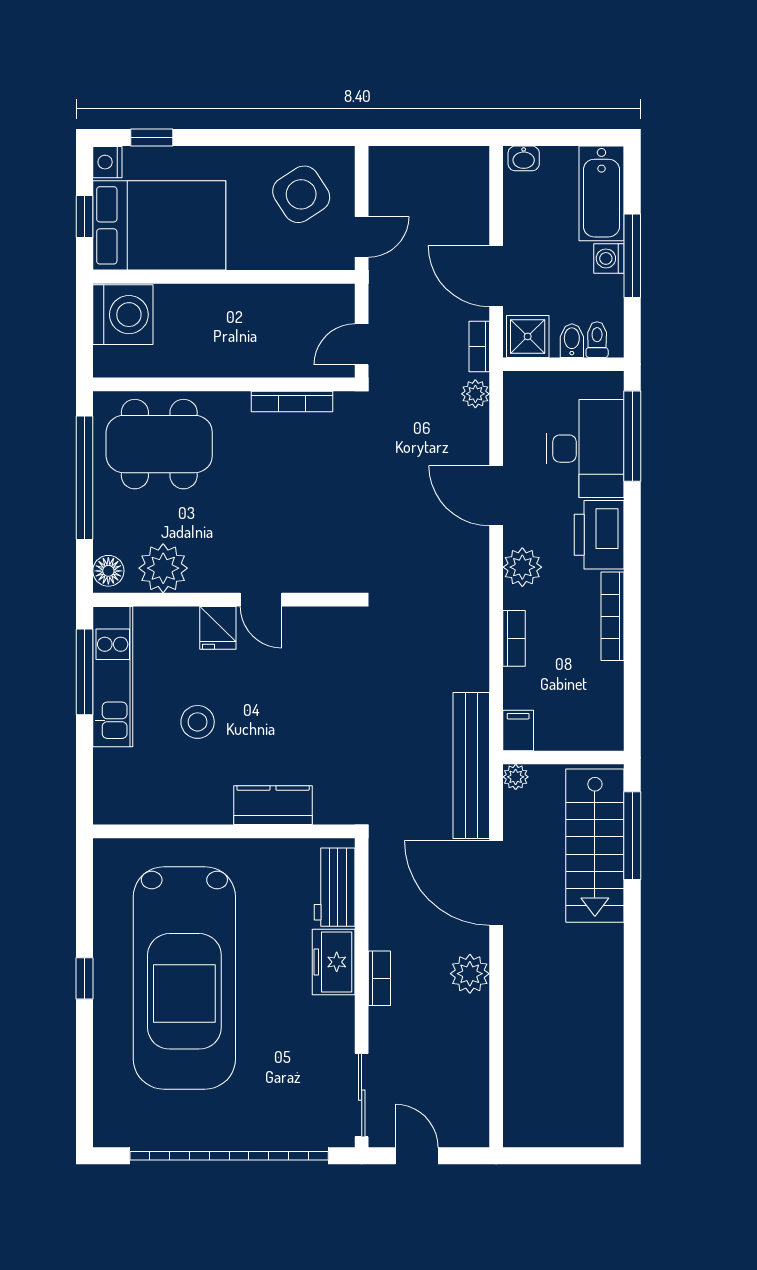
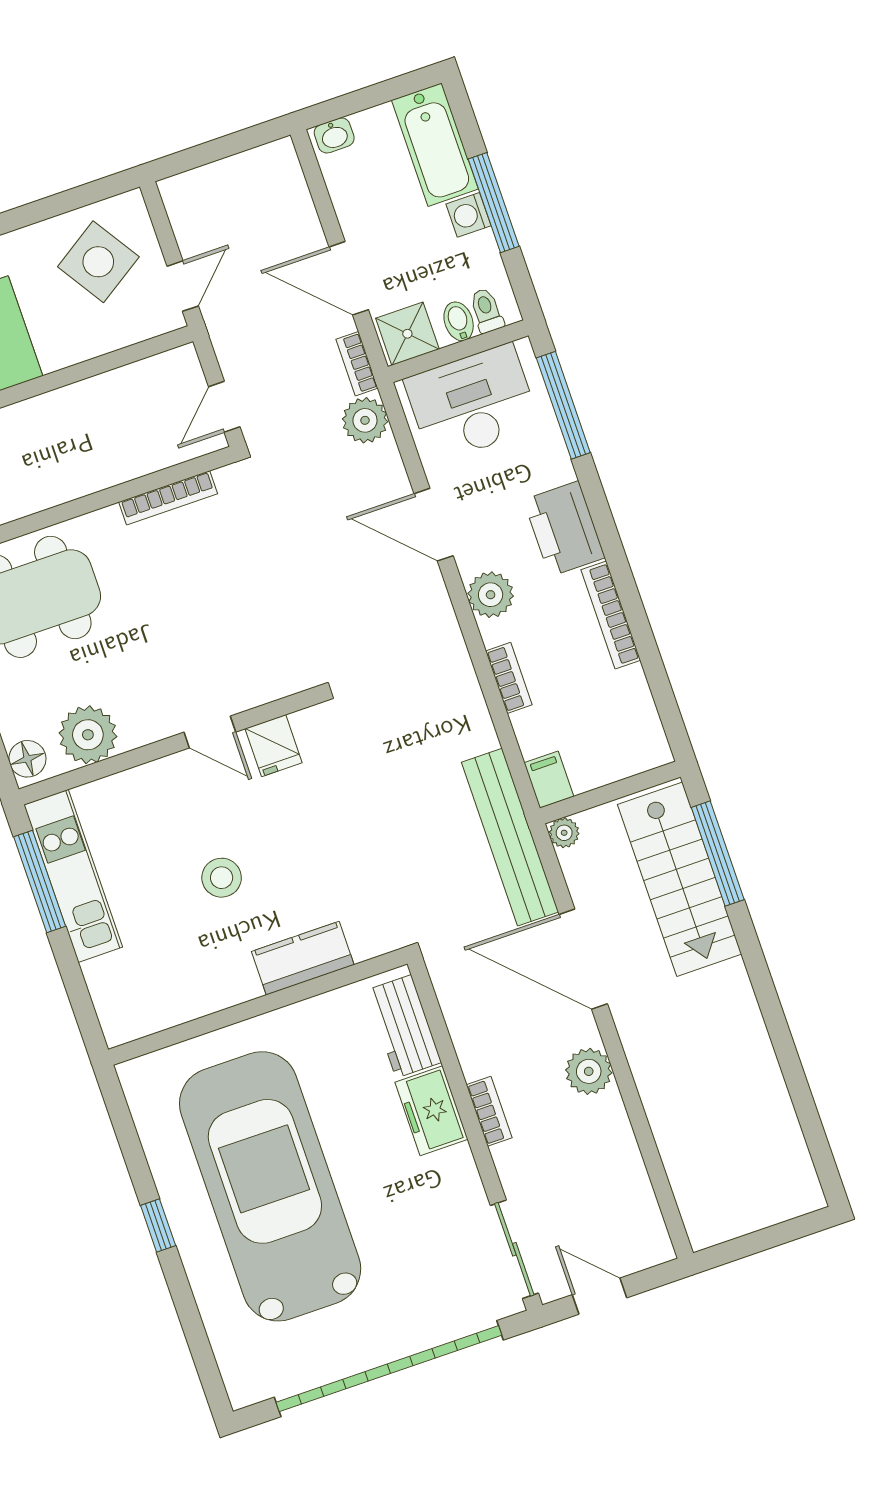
plant: (475, 394) -> (365, 420), width x1.38, depth x1.38
desk: (585, 449) -> (472, 403), moved, turned -90
fridge: (218, 628) -> (274, 746), moved
stool: (198, 722) -> (222, 878), moved
car: (184, 978) -> (270, 1186), turned 180

